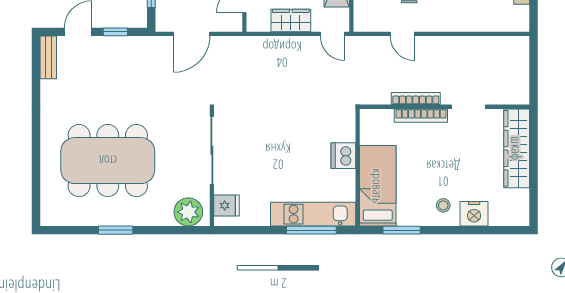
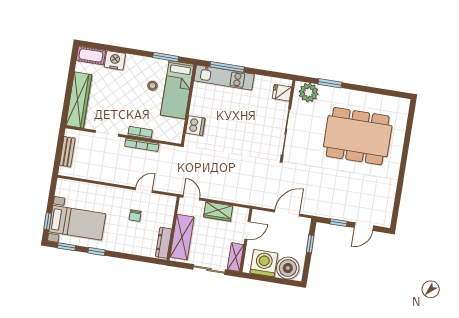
door: (402, 34) -> (144, 190), hinge flipped
bench: (48, 57) -> (67, 152), moved
bookcase: (421, 116) -> (140, 133), width x0.64
dishwasher: (343, 156) -> (195, 126), moved
stool: (443, 205) -> (152, 86), moved
cot: (509, 215) -> (91, 55), added
window: (116, 230) -> (330, 83), moved

